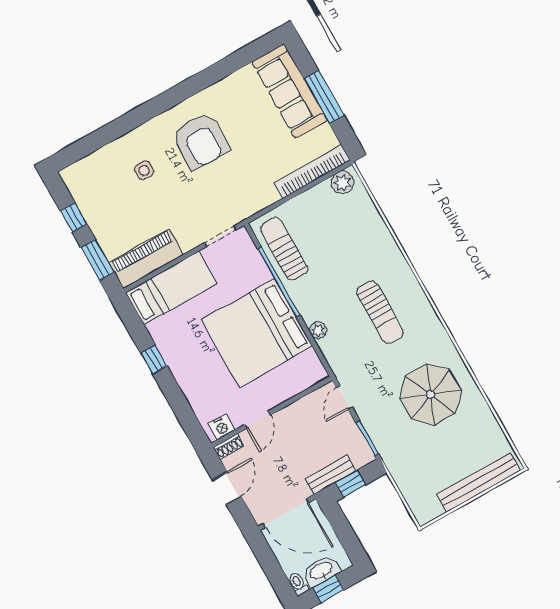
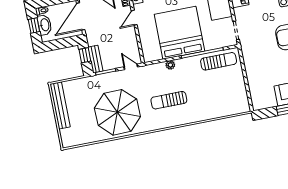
bookcase: (312, 172) -> (254, 89), removed
plant: (342, 183) -> (243, 103), removed
parasol: (431, 394) -> (117, 112), width x1.36, depth x1.36
door: (257, 420) -> (134, 18), hinge flipped
bench: (330, 475) -> (95, 59), moved
bench: (479, 482) -> (60, 105), moved

